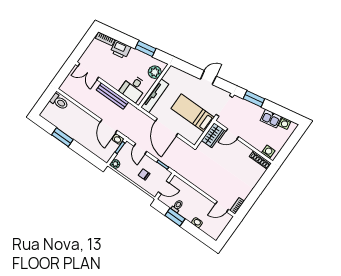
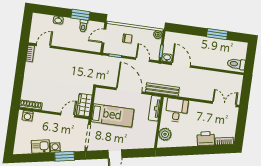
window: (145, 49) -> (184, 151), removed
bench: (112, 96) -> (162, 89), moved
tv unit: (155, 96) -> (155, 108), width x0.71
washing machine: (285, 123) -> (55, 148), moved

